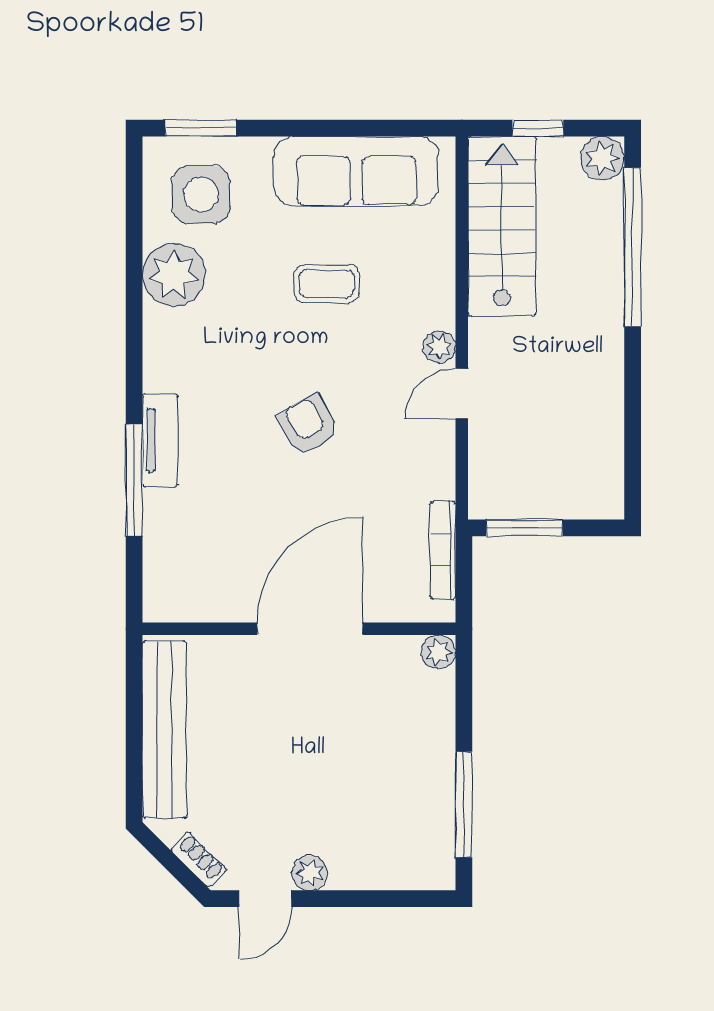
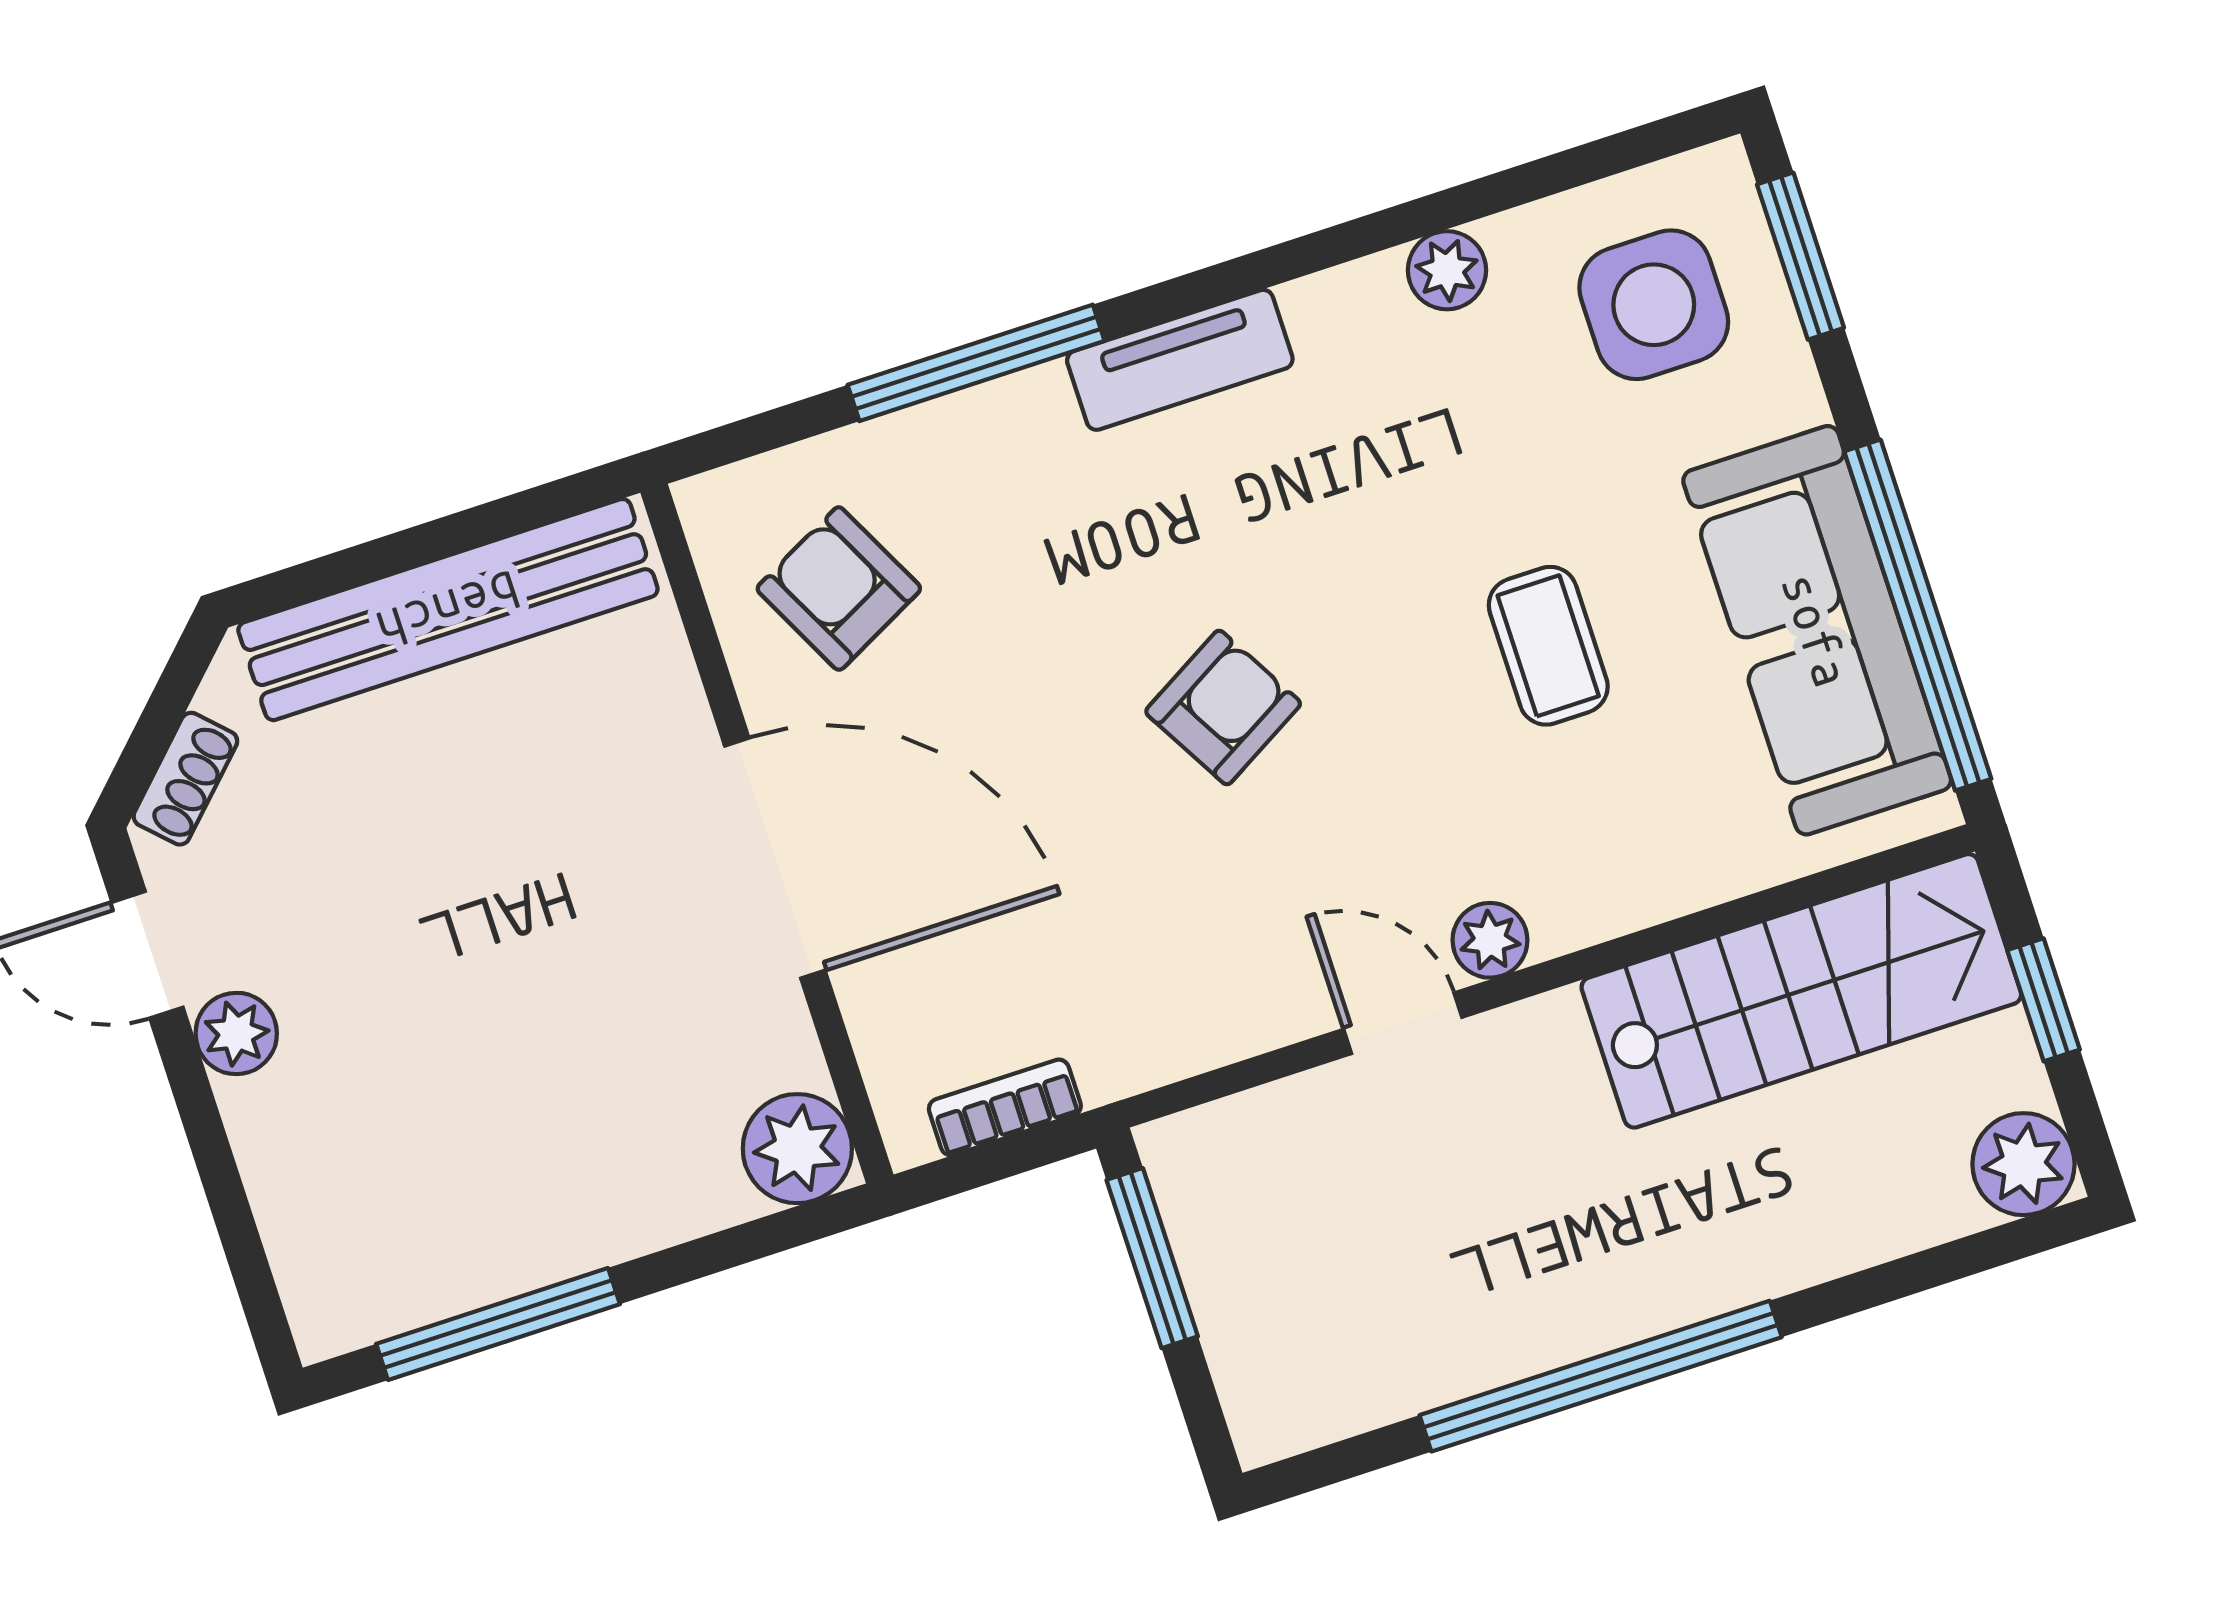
window: (363, 128) -> (1918, 615), added
window: (633, 247) -> (1601, 1376), moved
plant: (174, 275) -> (1447, 270), width x0.53, depth x0.53
tv unit: (160, 440) -> (1180, 360), moved
bookcase: (443, 550) -> (1005, 1107), width x0.64
armchair: (208, 566) -> (839, 589), added
plant: (438, 652) -> (797, 1149), width x1.38, depth x1.38

